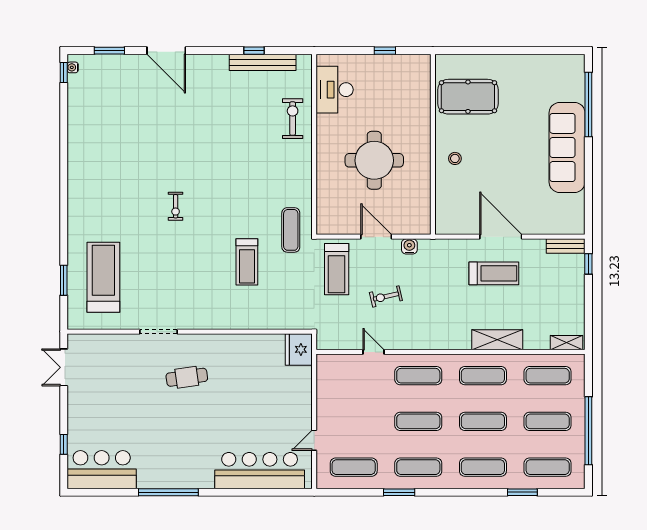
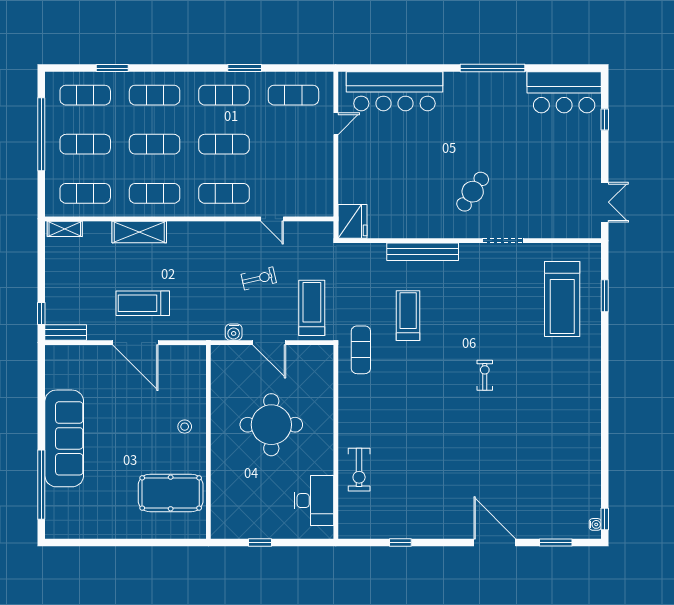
bench: (263, 62) -> (423, 252), moved
cafe table: (187, 377) -> (473, 192), turned -48

